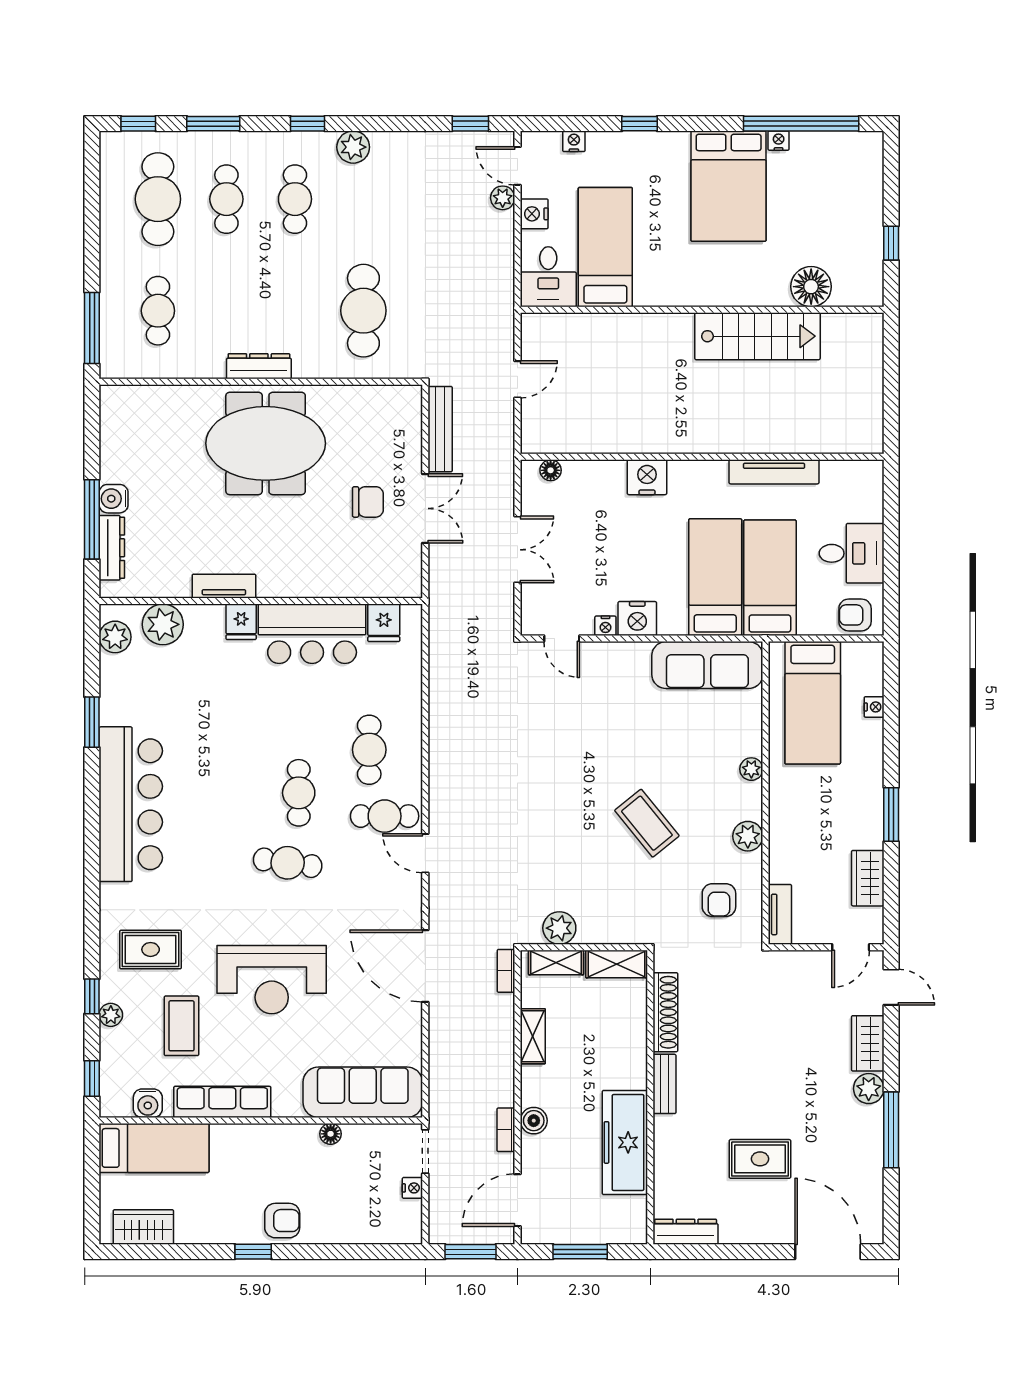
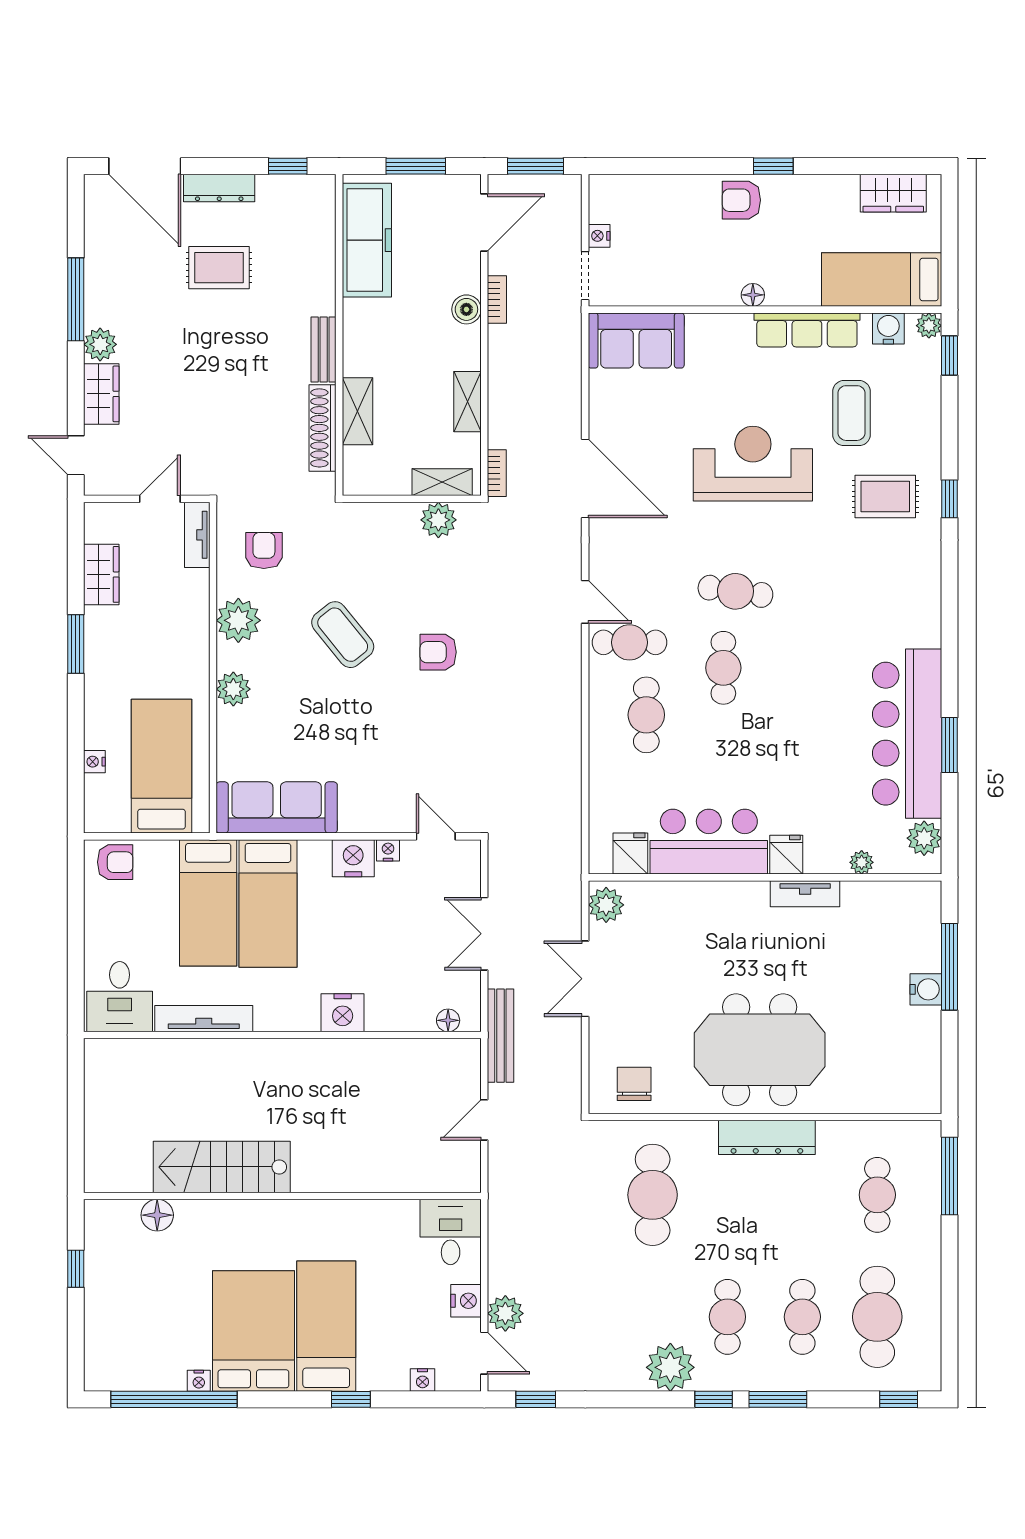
window: (213, 124) -> (778, 1399), moved
plant: (353, 147) -> (670, 1367), width x1.36, depth x1.36
plant: (503, 198) -> (505, 1313), width x1.38, depth x1.38
bed: (605, 247) -> (326, 1326), moved, turned 180
floor lamp: (811, 287) -> (157, 1215), width x0.73, depth x0.73
dresser: (259, 366) -> (767, 1137), width x1.37, depth x1.24
bench: (440, 429) -> (500, 1036), moved
chair: (368, 502) -> (634, 1084), moved, turned 90
dresser: (112, 548) -> (928, 936), removed
desk: (852, 553) -> (120, 997), moved, turned -90
plant: (406, 576) -> (606, 905), added
plant: (163, 624) -> (862, 862), width x0.53, depth x0.53
plant: (751, 769) -> (233, 689), width x1.38, depth x1.38
bar counter: (131, 804) -> (907, 734), moved
armchair: (560, 807) -> (438, 652), added
plant: (748, 836) -> (238, 620), width x1.36, depth x1.36
door: (851, 947) -> (160, 499), moved
shelving: (617, 964) -> (357, 411), moved, turned 90
window: (92, 996) -> (949, 499), moved
plant: (111, 1015) -> (929, 326), moved
sofa: (363, 1092) -> (636, 340), width x0.73
floor lamp: (331, 1134) -> (753, 295), moved
freezer: (625, 1142) -> (367, 240), moved
dresser: (686, 1232) -> (219, 188), moved
window: (697, 1252) -> (288, 166), added

